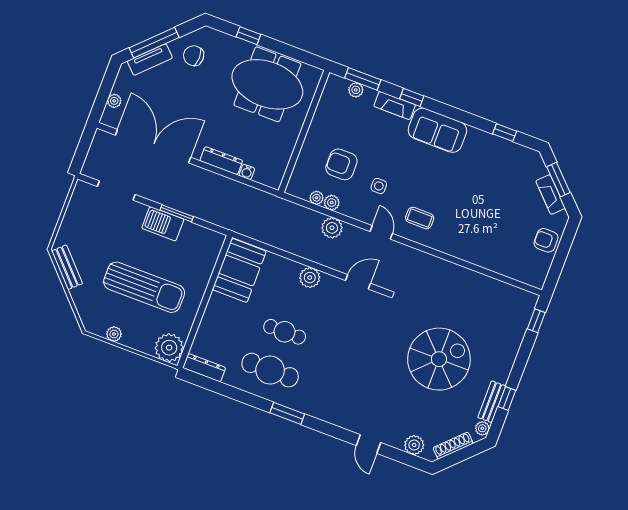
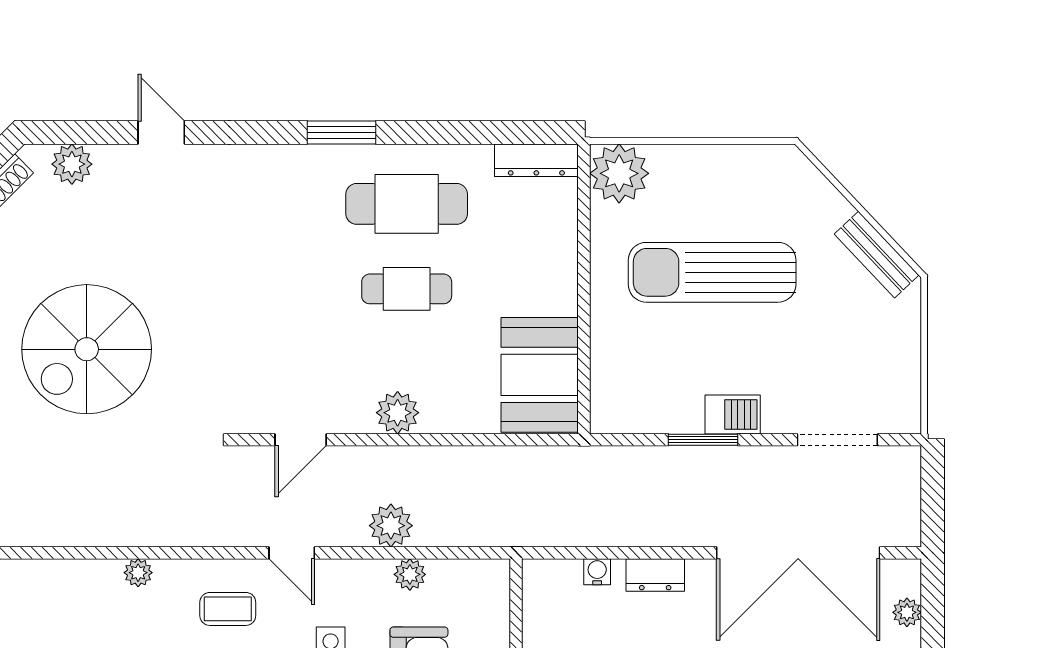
dresser: (221, 161) -> (655, 575), width x0.70
plant: (317, 198) -> (138, 573), moved
barbecue: (163, 224) -> (733, 415), width x0.73, depth x0.79
plant: (114, 334) -> (736, 159), removed

